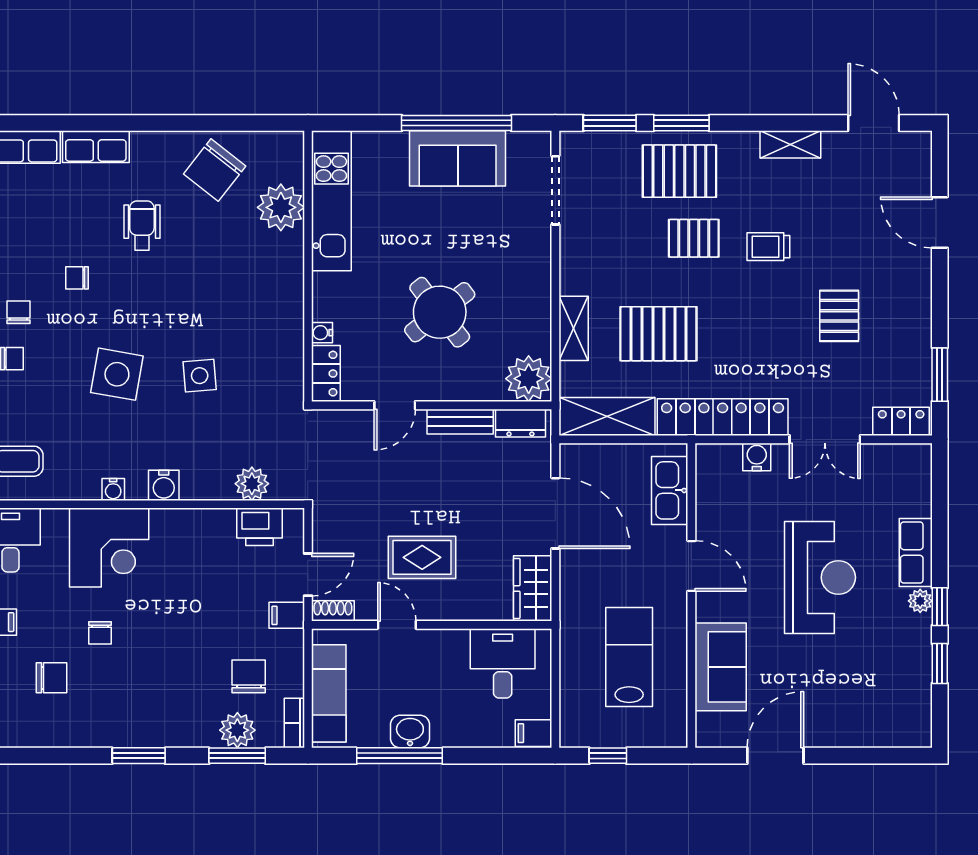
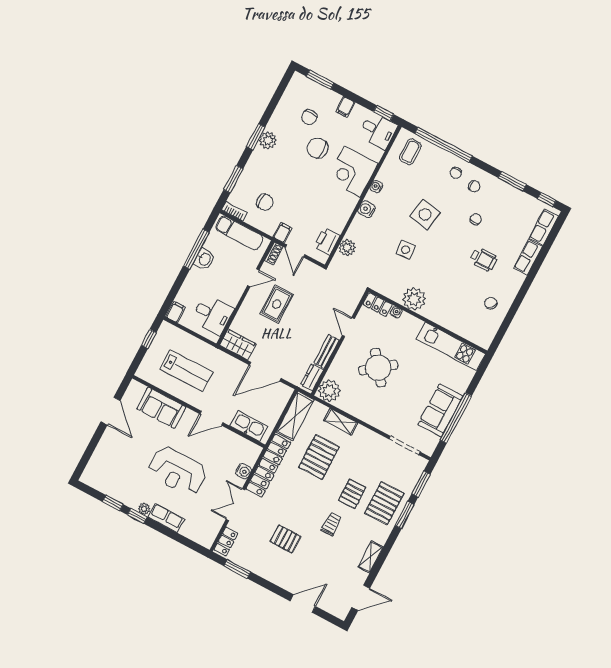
chair: (215, 170) -> (491, 303), width x0.54, depth x0.54
plant: (281, 207) -> (414, 299), moved
chair: (100, 633) -> (318, 148), width x1.87, depth x1.87
plant: (237, 730) -> (268, 140), moved

